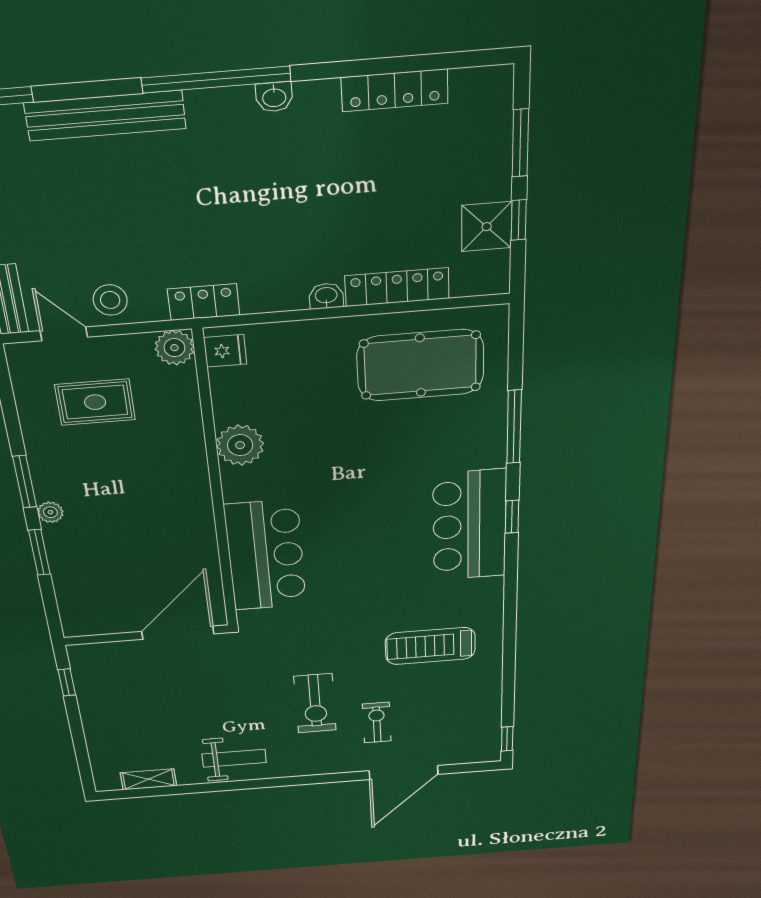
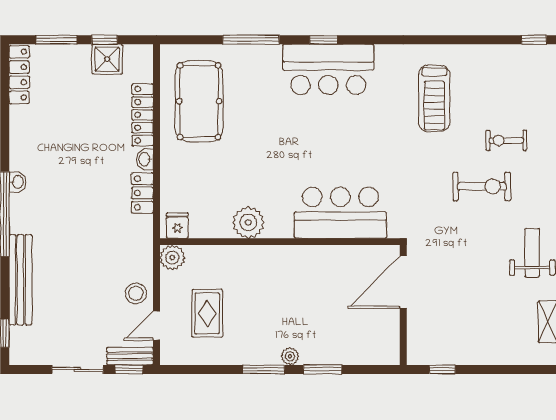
locker: (395, 90) -> (19, 75), moved
locker: (204, 302) -> (142, 193), moved
door: (178, 633) -> (403, 282), hinge flipped

